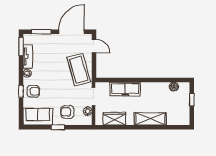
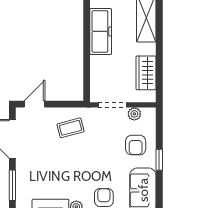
coffee table: (79, 70) -> (71, 128), width x0.54, depth x0.58
freezer: (125, 89) -> (101, 31), moved

